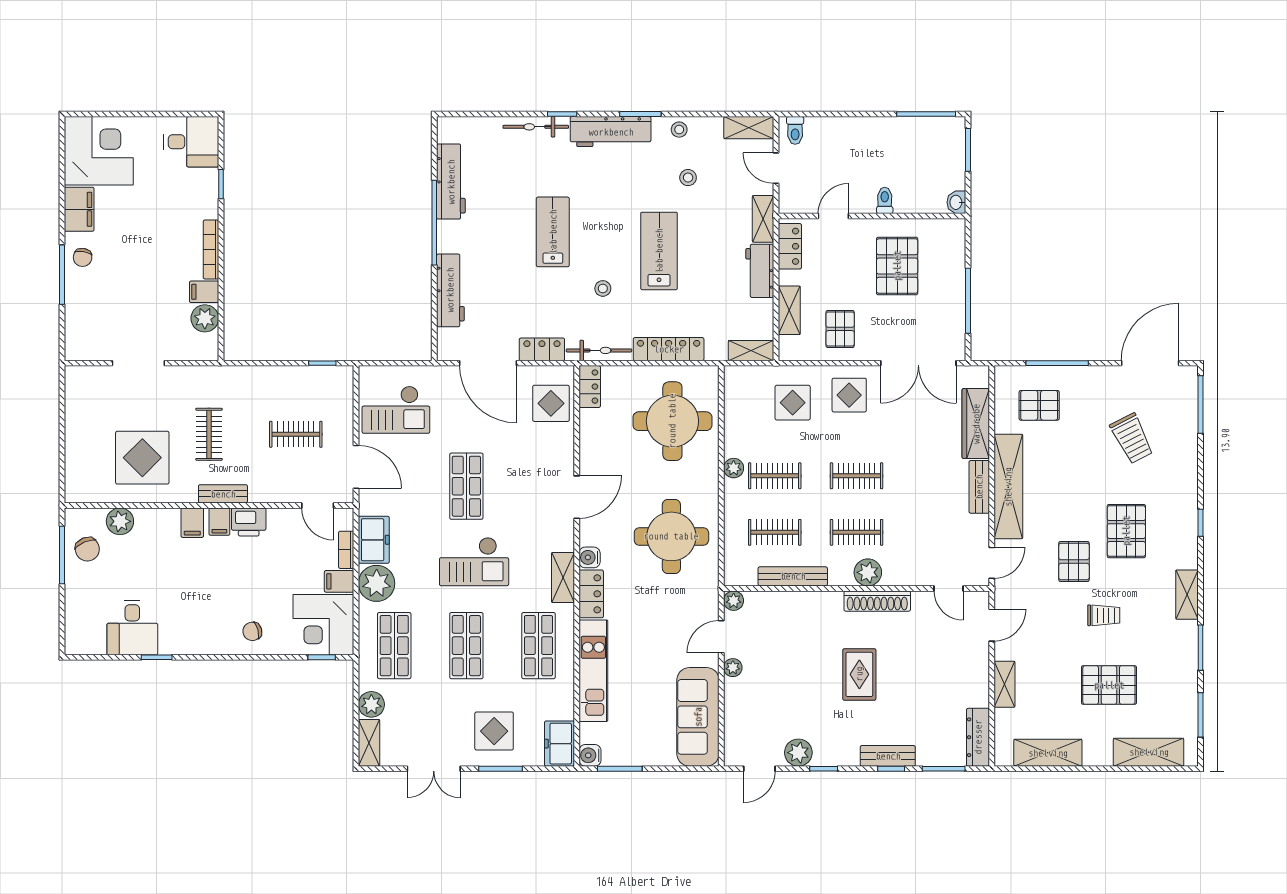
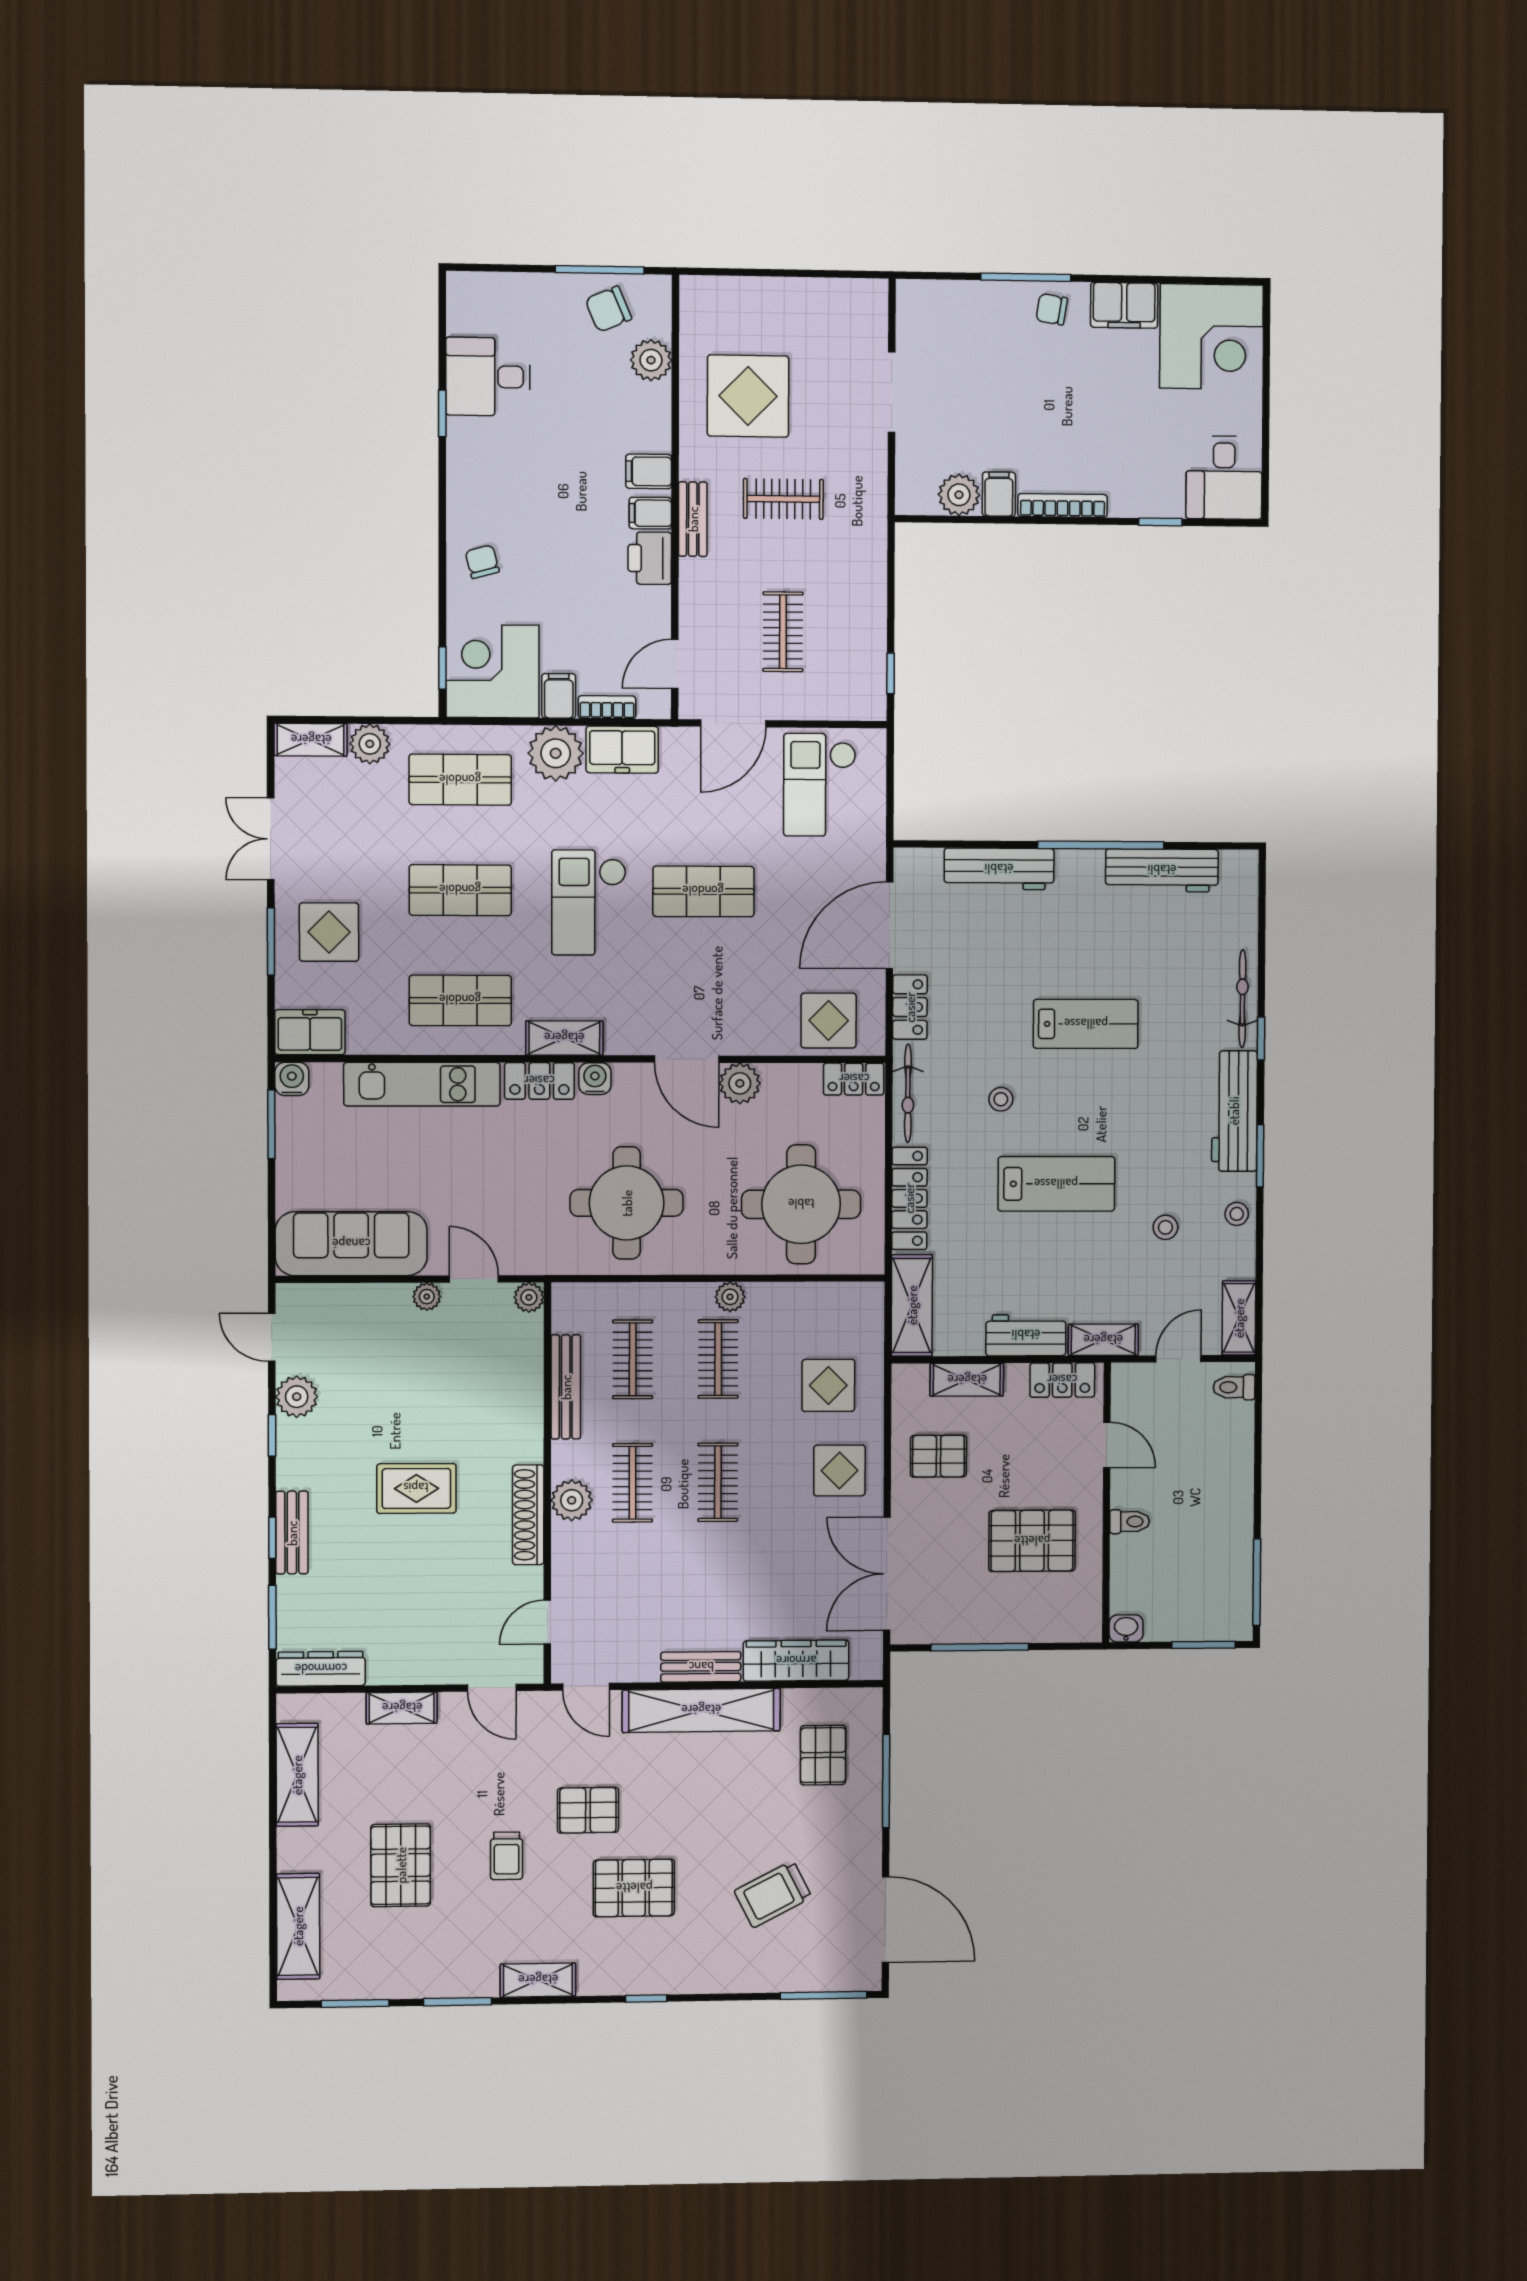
shelving: (751, 351) -> (912, 1305), width x1.50, depth x1.33
plant: (593, 462) -> (740, 1083), added

